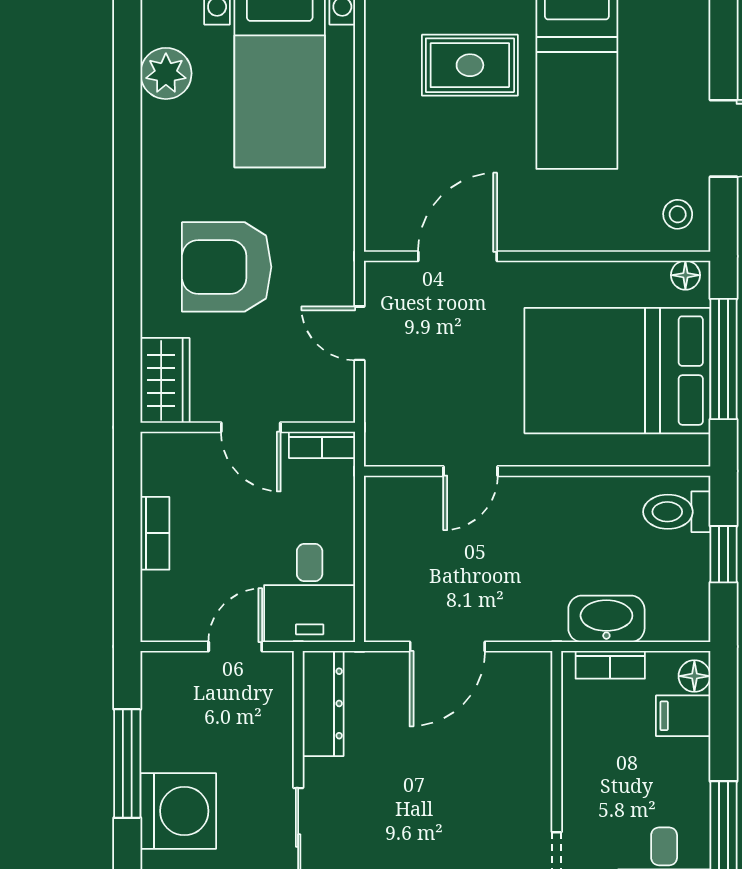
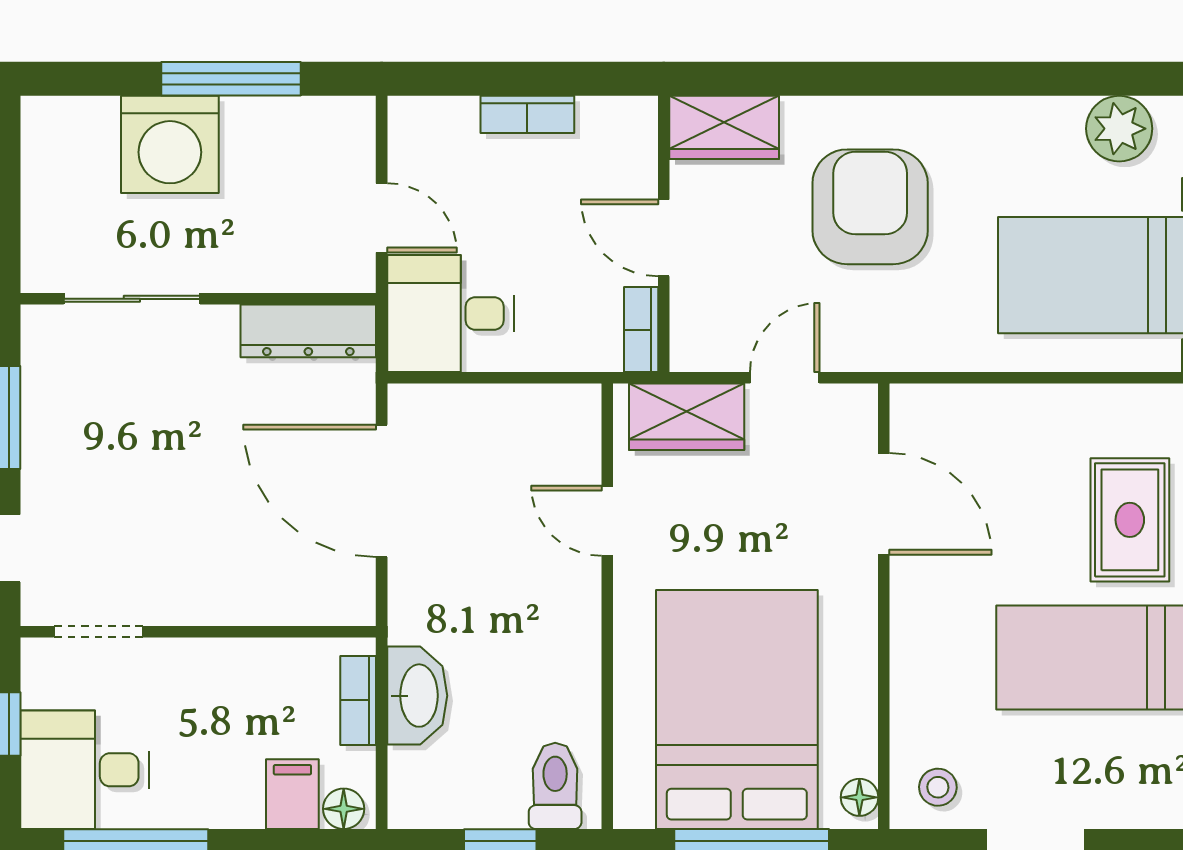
wardrobe: (390, 409) -> (687, 417), added
door: (251, 427) -> (664, 238), hinge flipped
door: (447, 646) -> (382, 491), width x1.36

